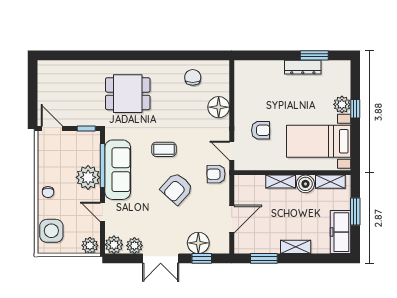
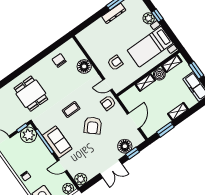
dining table: (128, 94) -> (31, 94), turned 90
sofa: (118, 170) -> (57, 142), width x0.73
plant: (88, 177) -> (28, 135), moved
plant: (134, 246) -> (92, 172), removed

